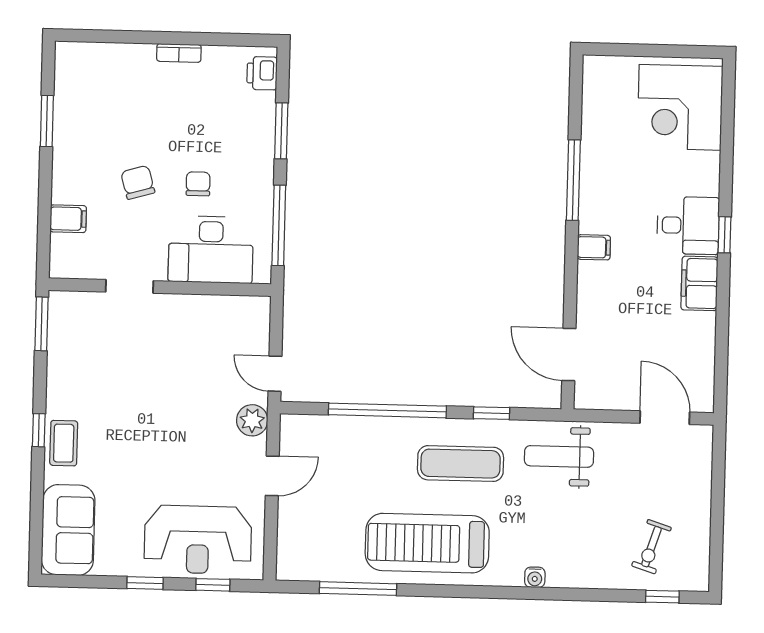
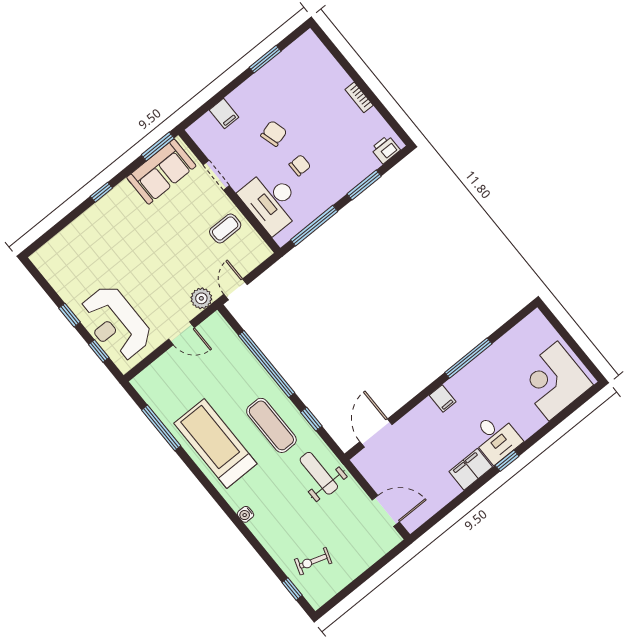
door: (665, 418) -> (386, 511), hinge flipped
coffee table: (64, 443) -> (225, 228), moved
sofa: (68, 530) -> (161, 172), moved

